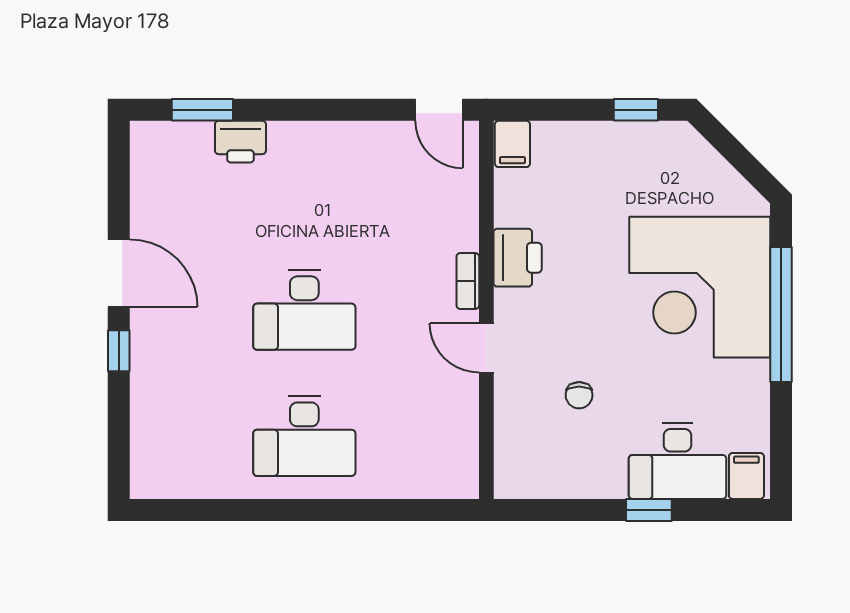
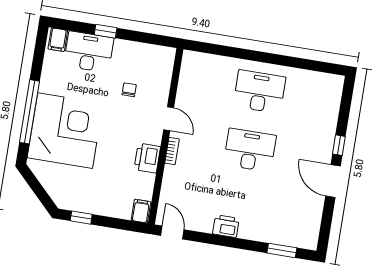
printer: (240, 142) -> (226, 226), moved

